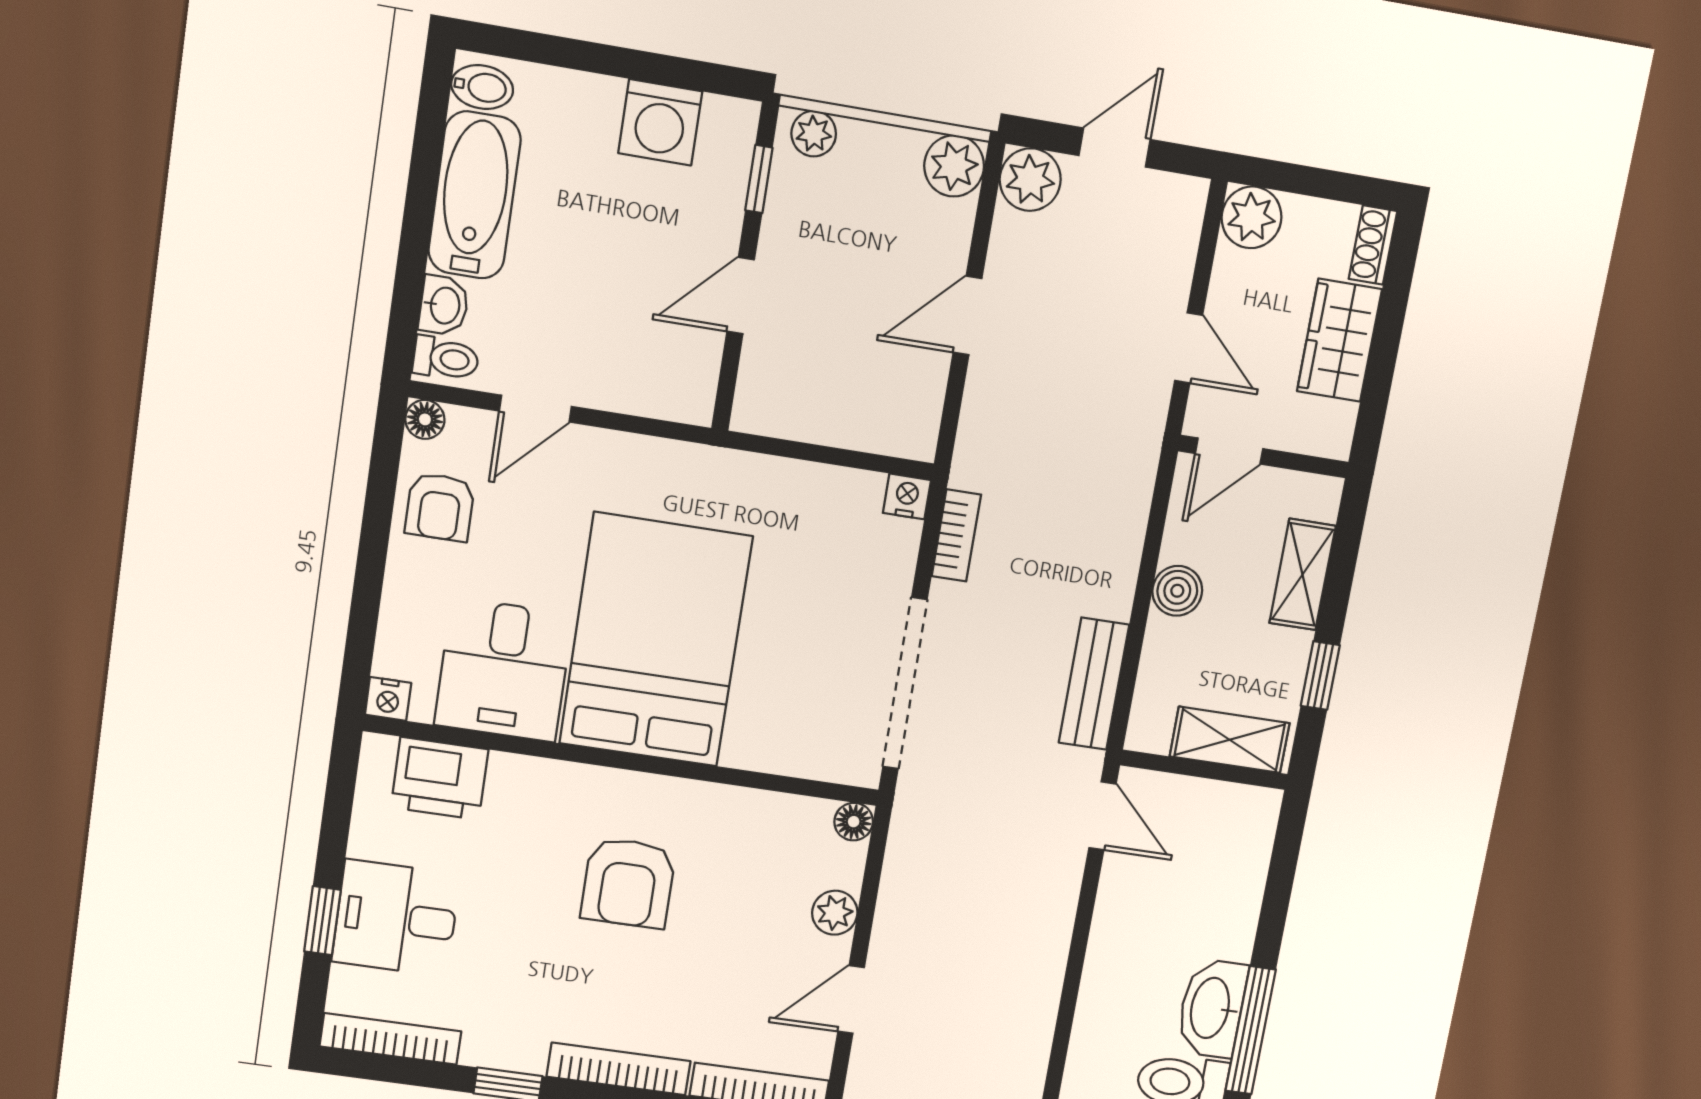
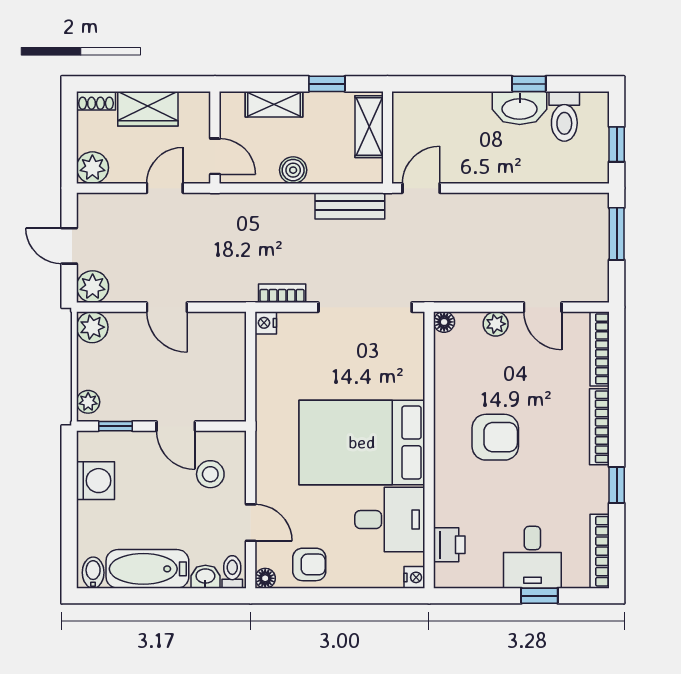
stool: (639, 347) -> (210, 474), added
printer: (440, 778) -> (449, 545), width x0.73, depth x0.81
window: (1251, 1030) -> (529, 84), width x0.46

